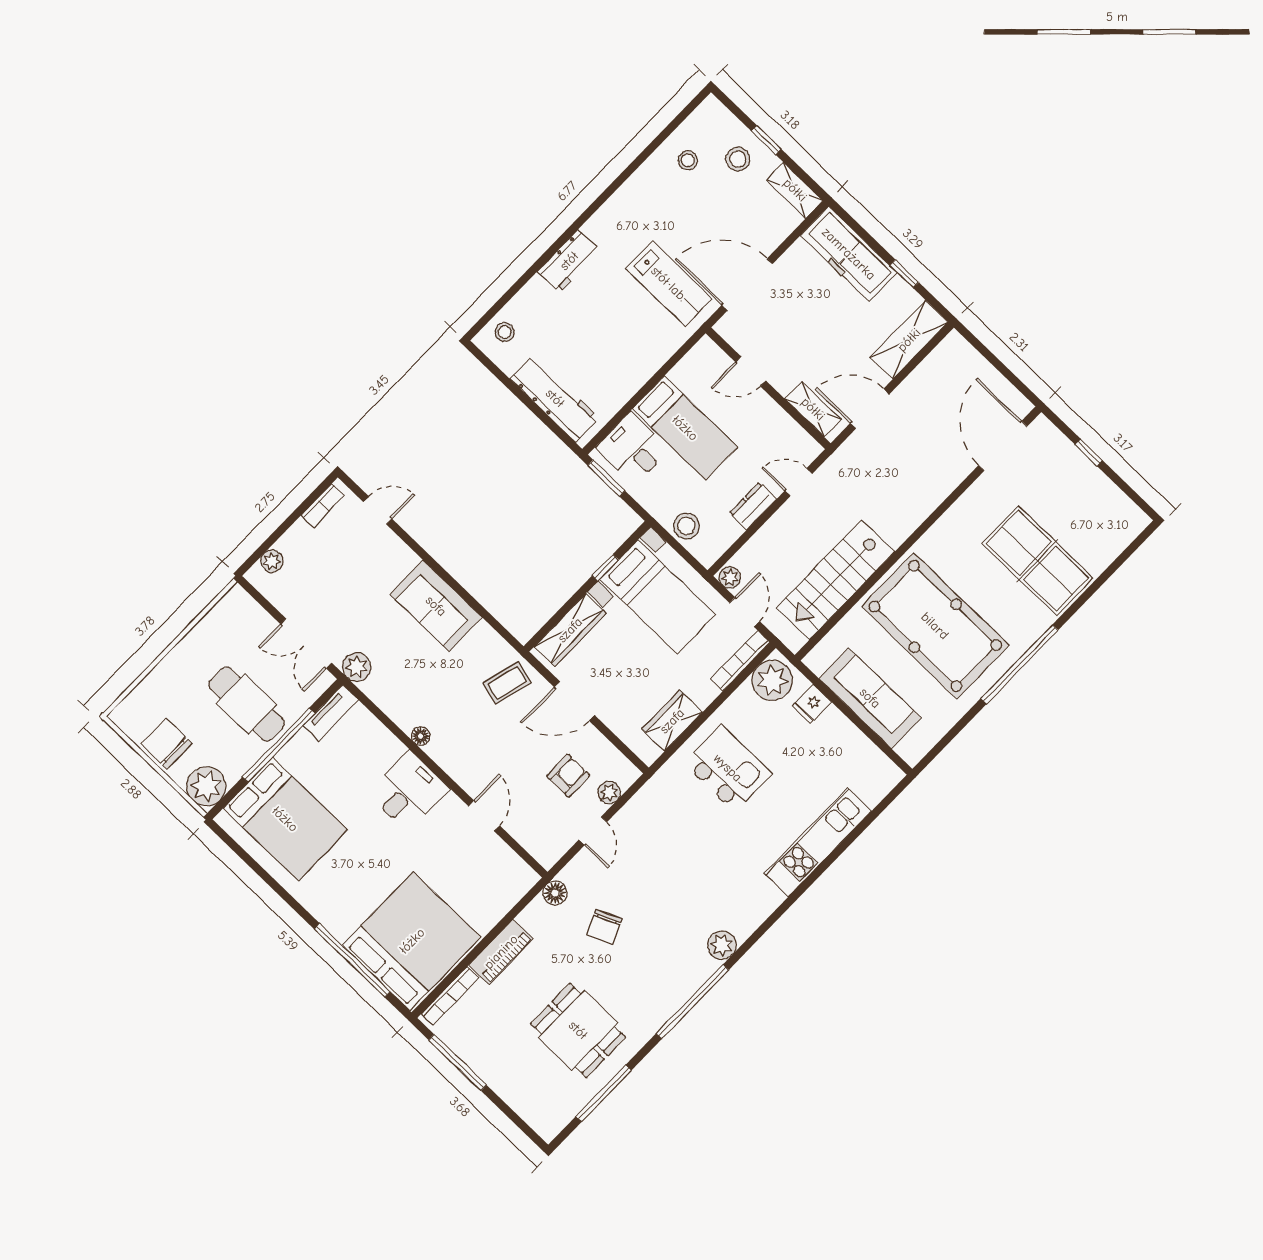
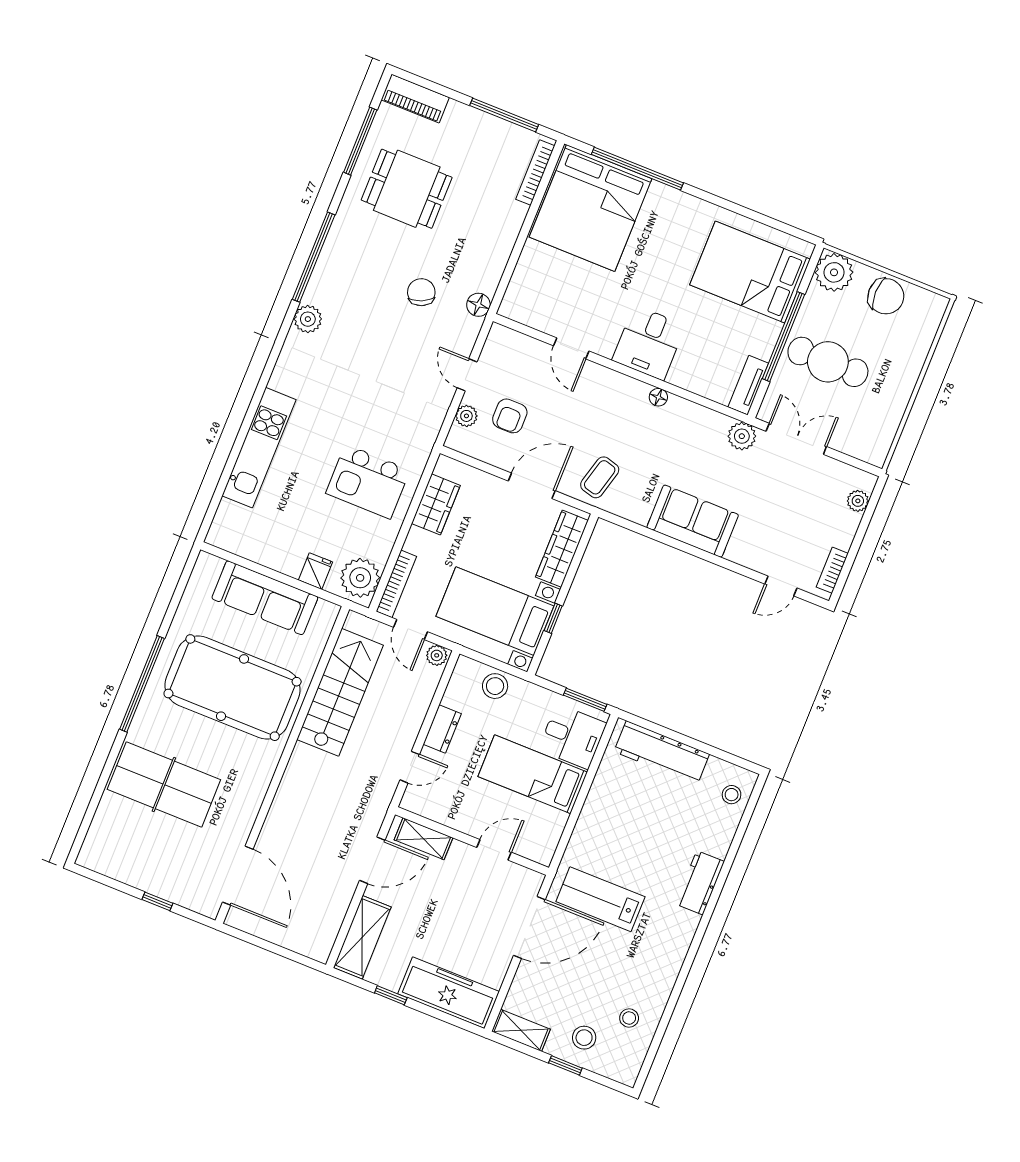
piano: (501, 952) -> (415, 99), moved, turned -90

